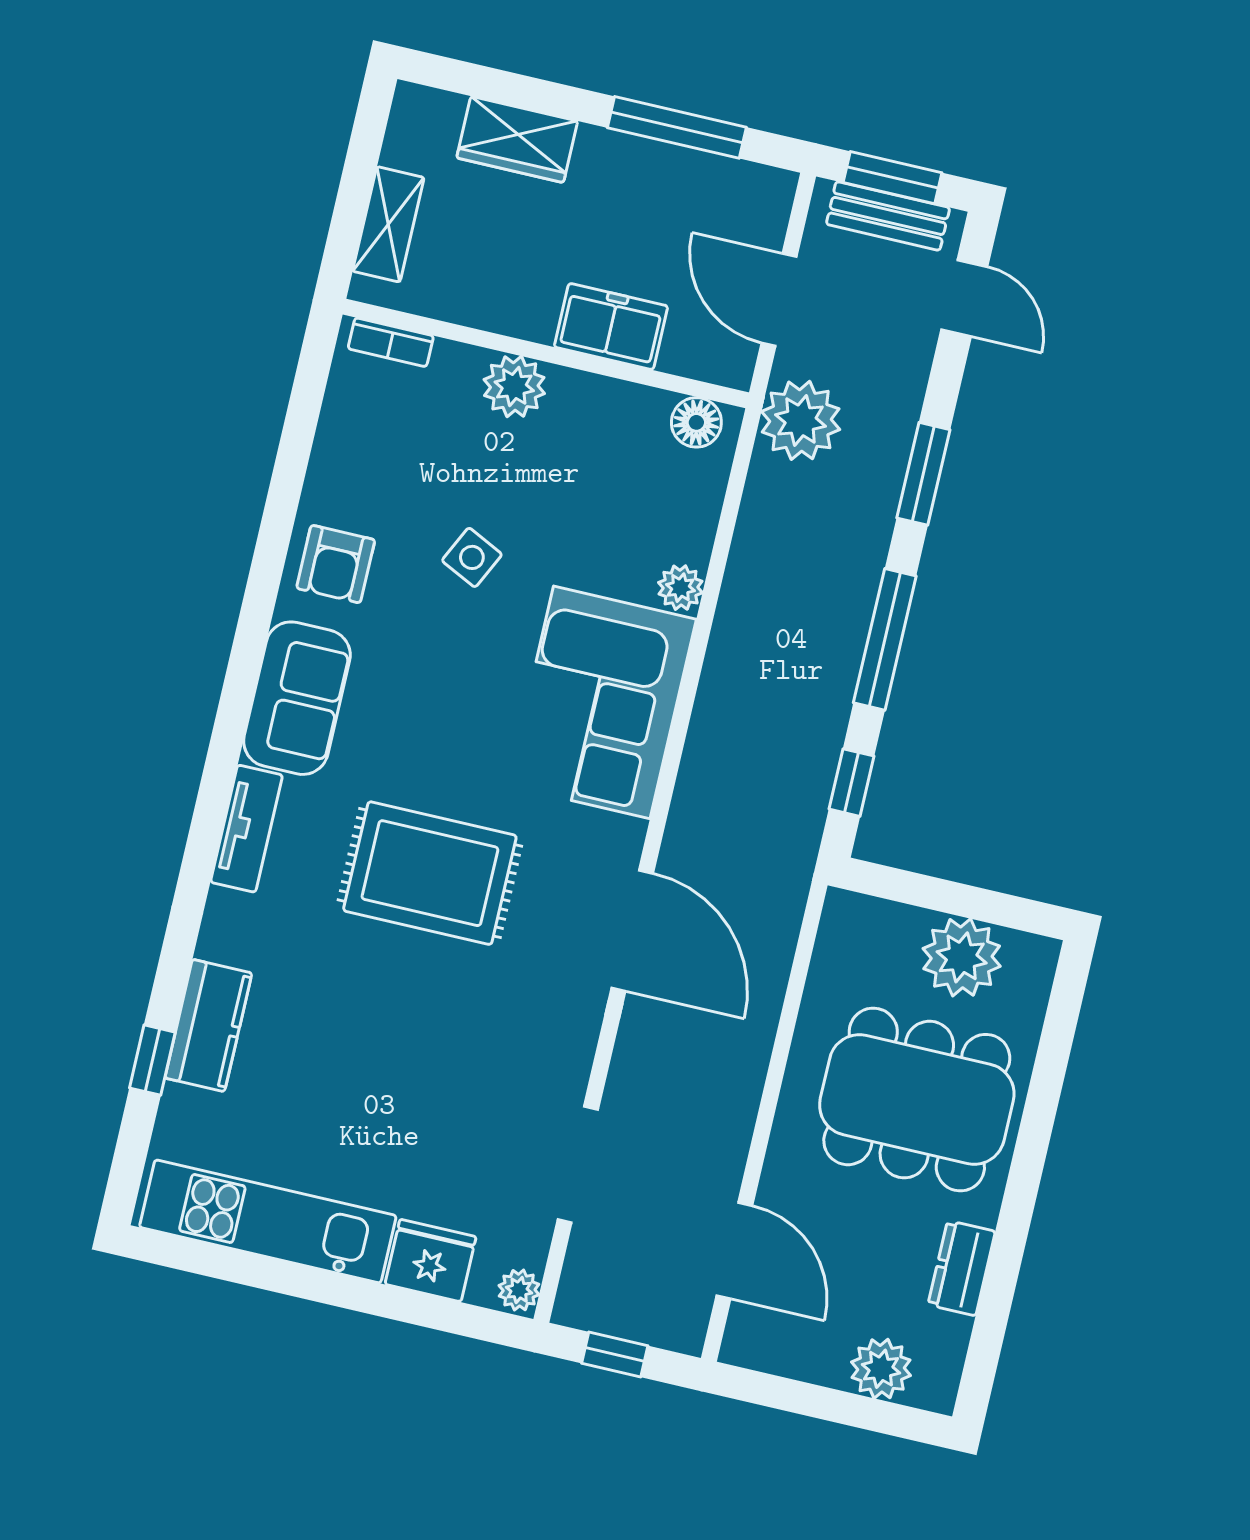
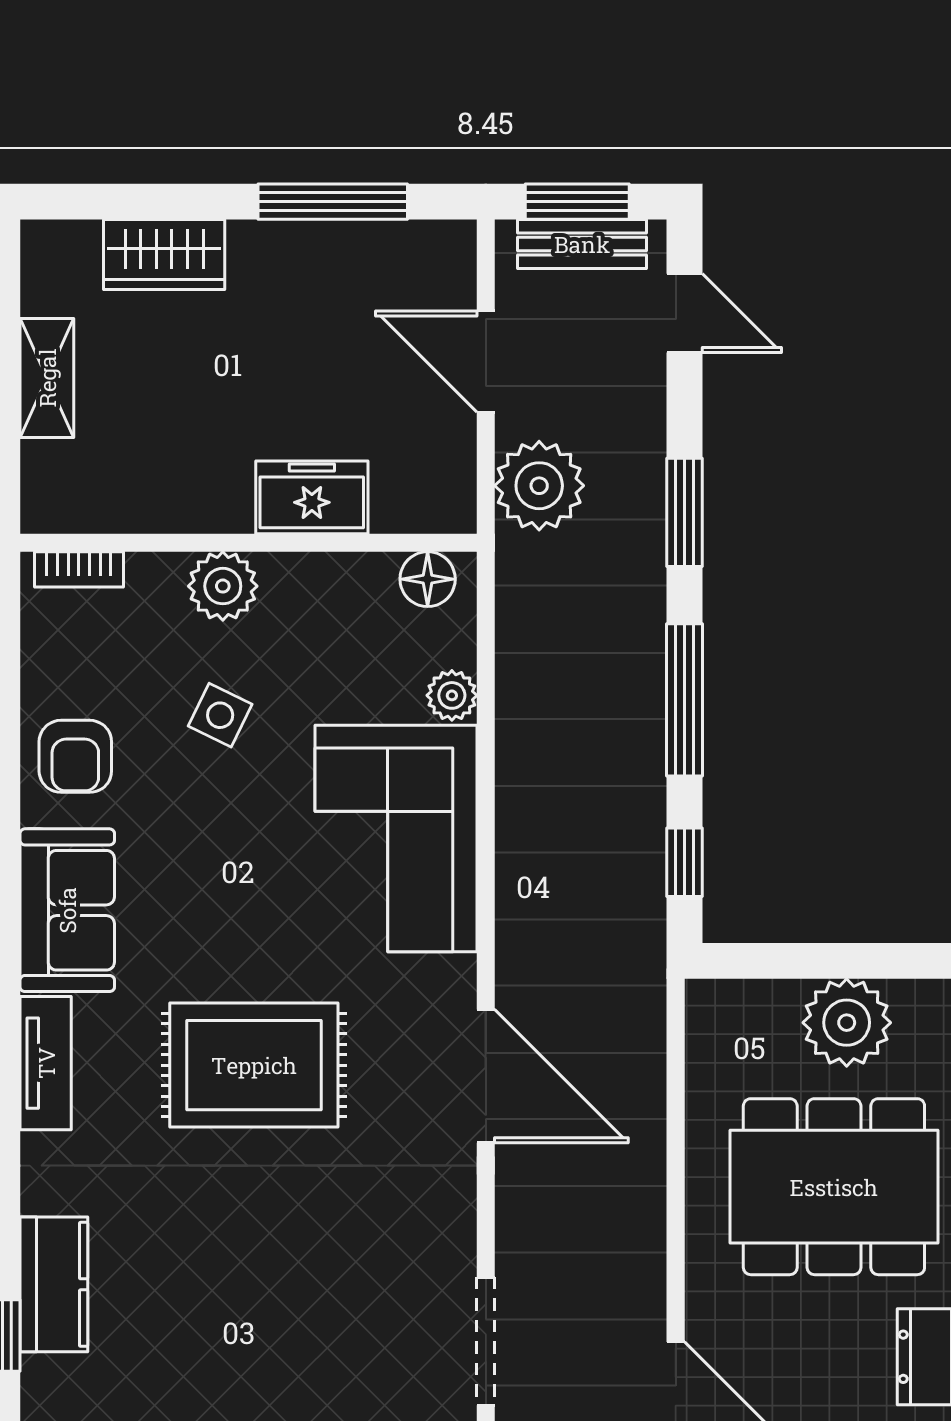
freezer: (611, 326) -> (312, 497), moved
bookcase: (391, 342) -> (79, 569), moved
wall: (546, 354) -> (248, 543), moved
plant: (514, 386) -> (223, 586), moved
floor lamp: (696, 422) -> (428, 579), moved

